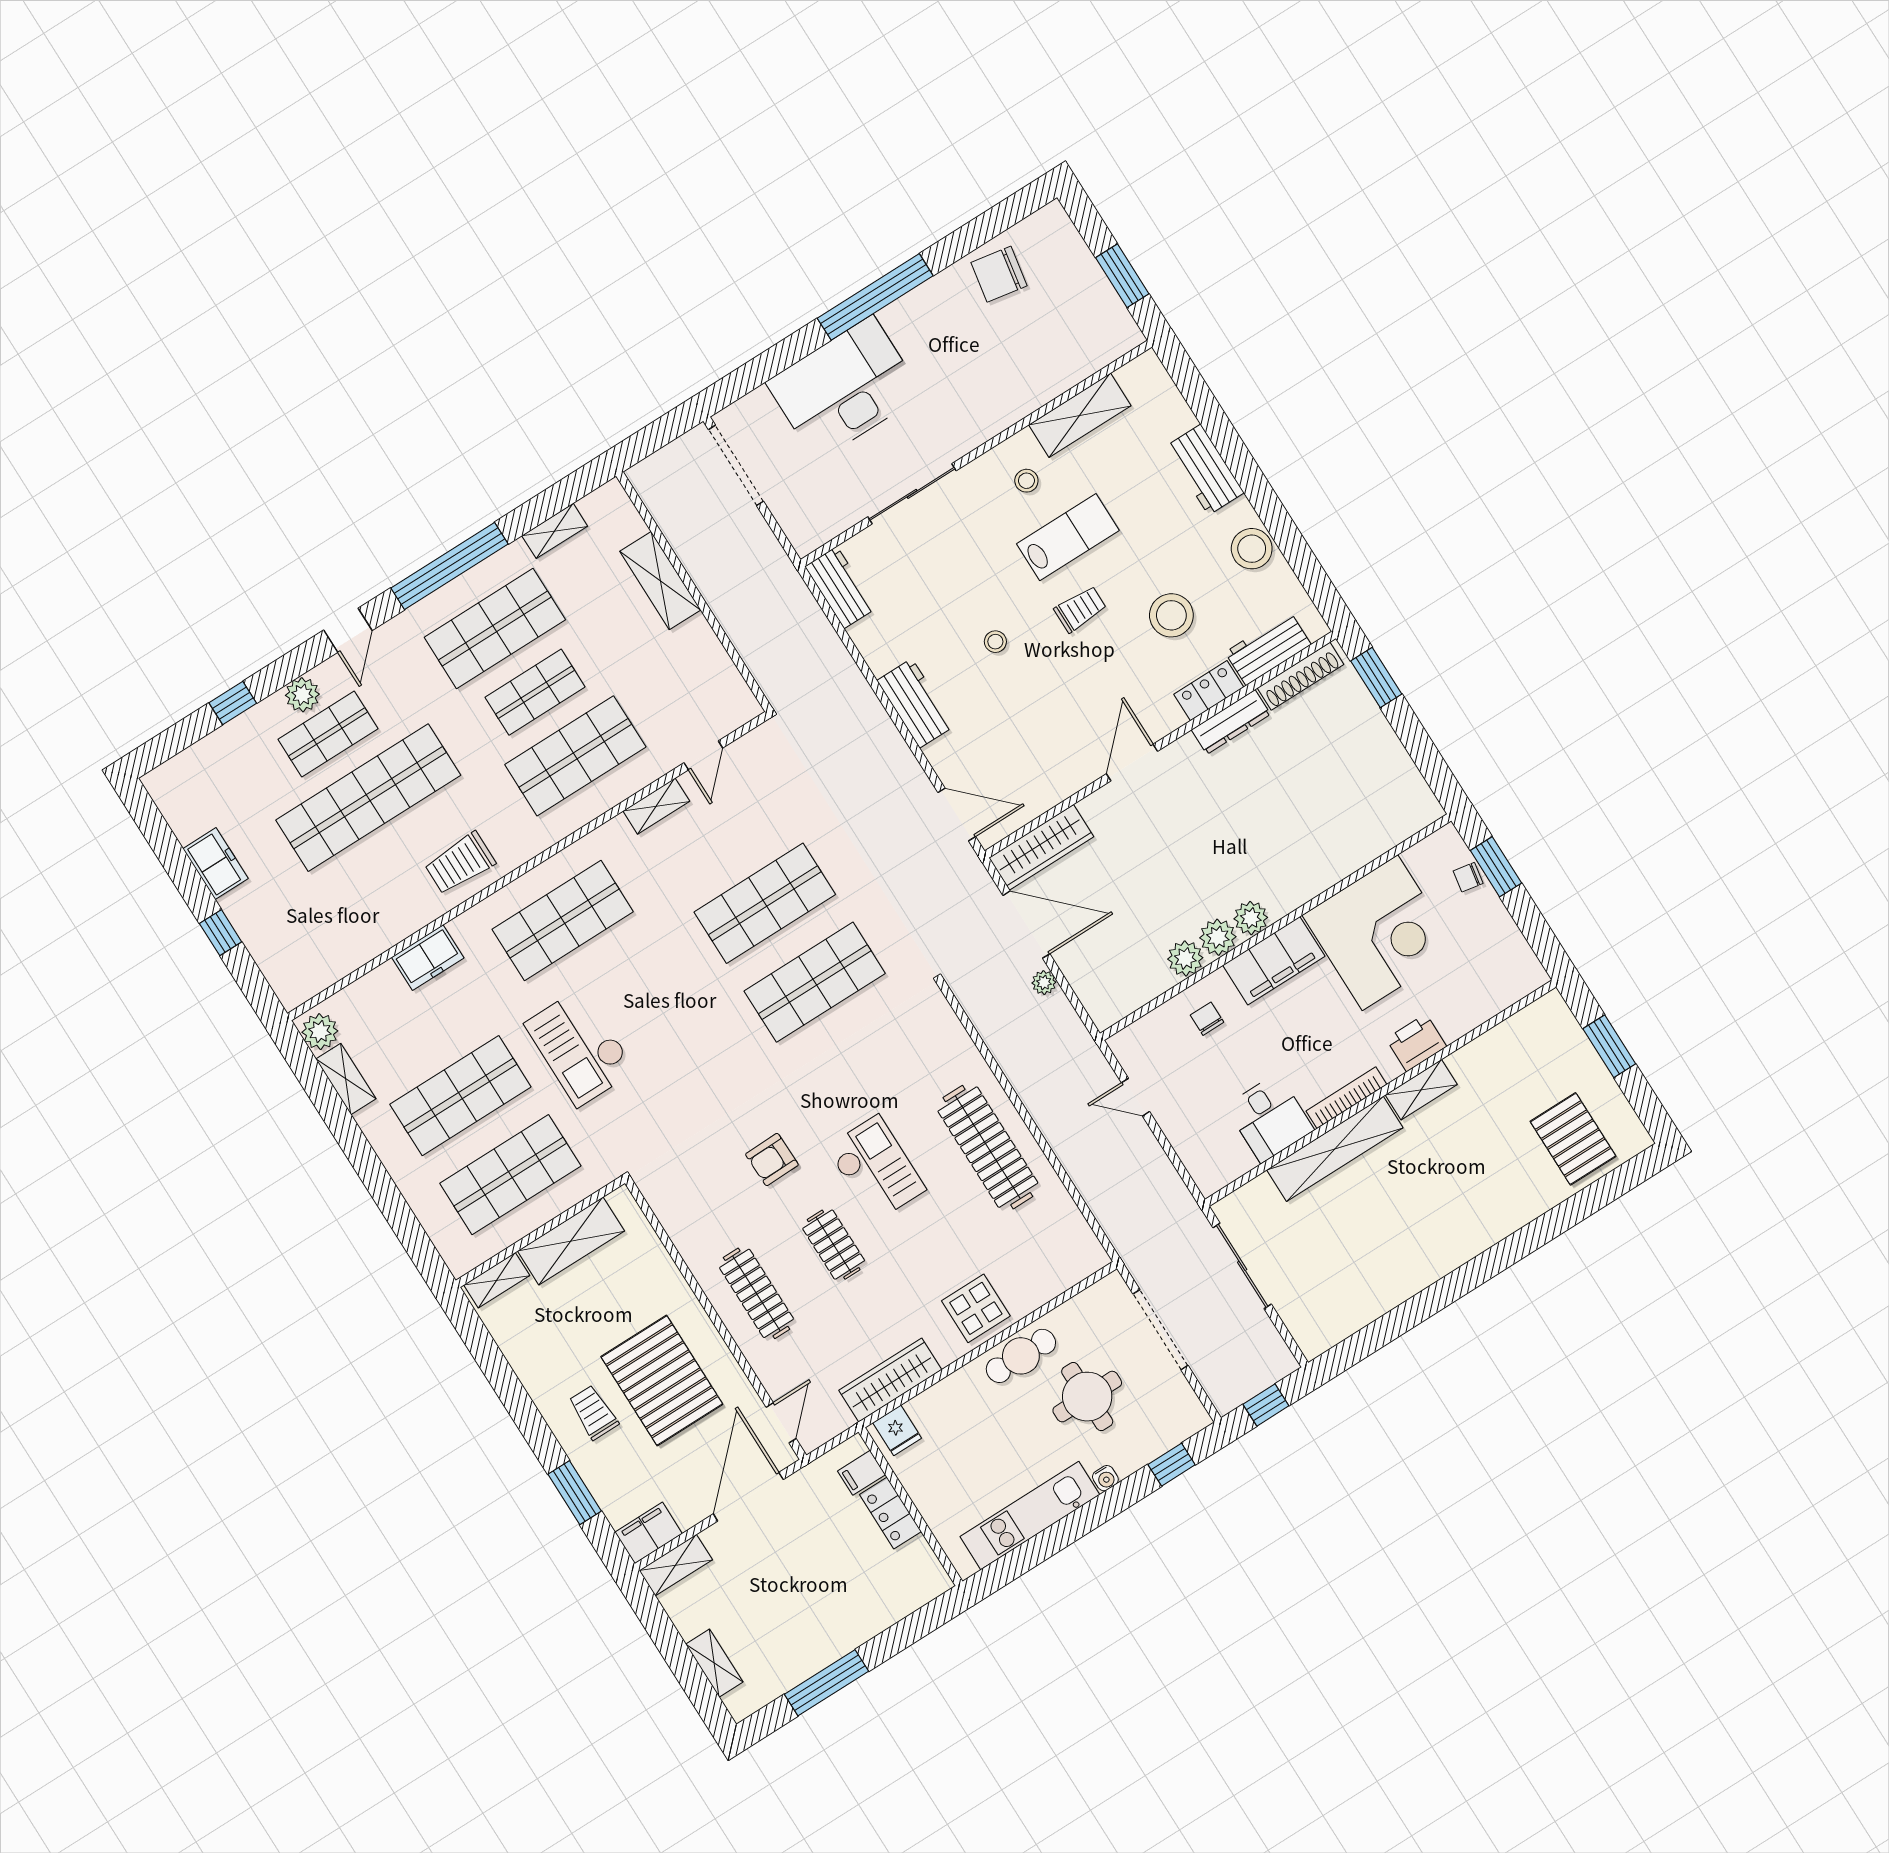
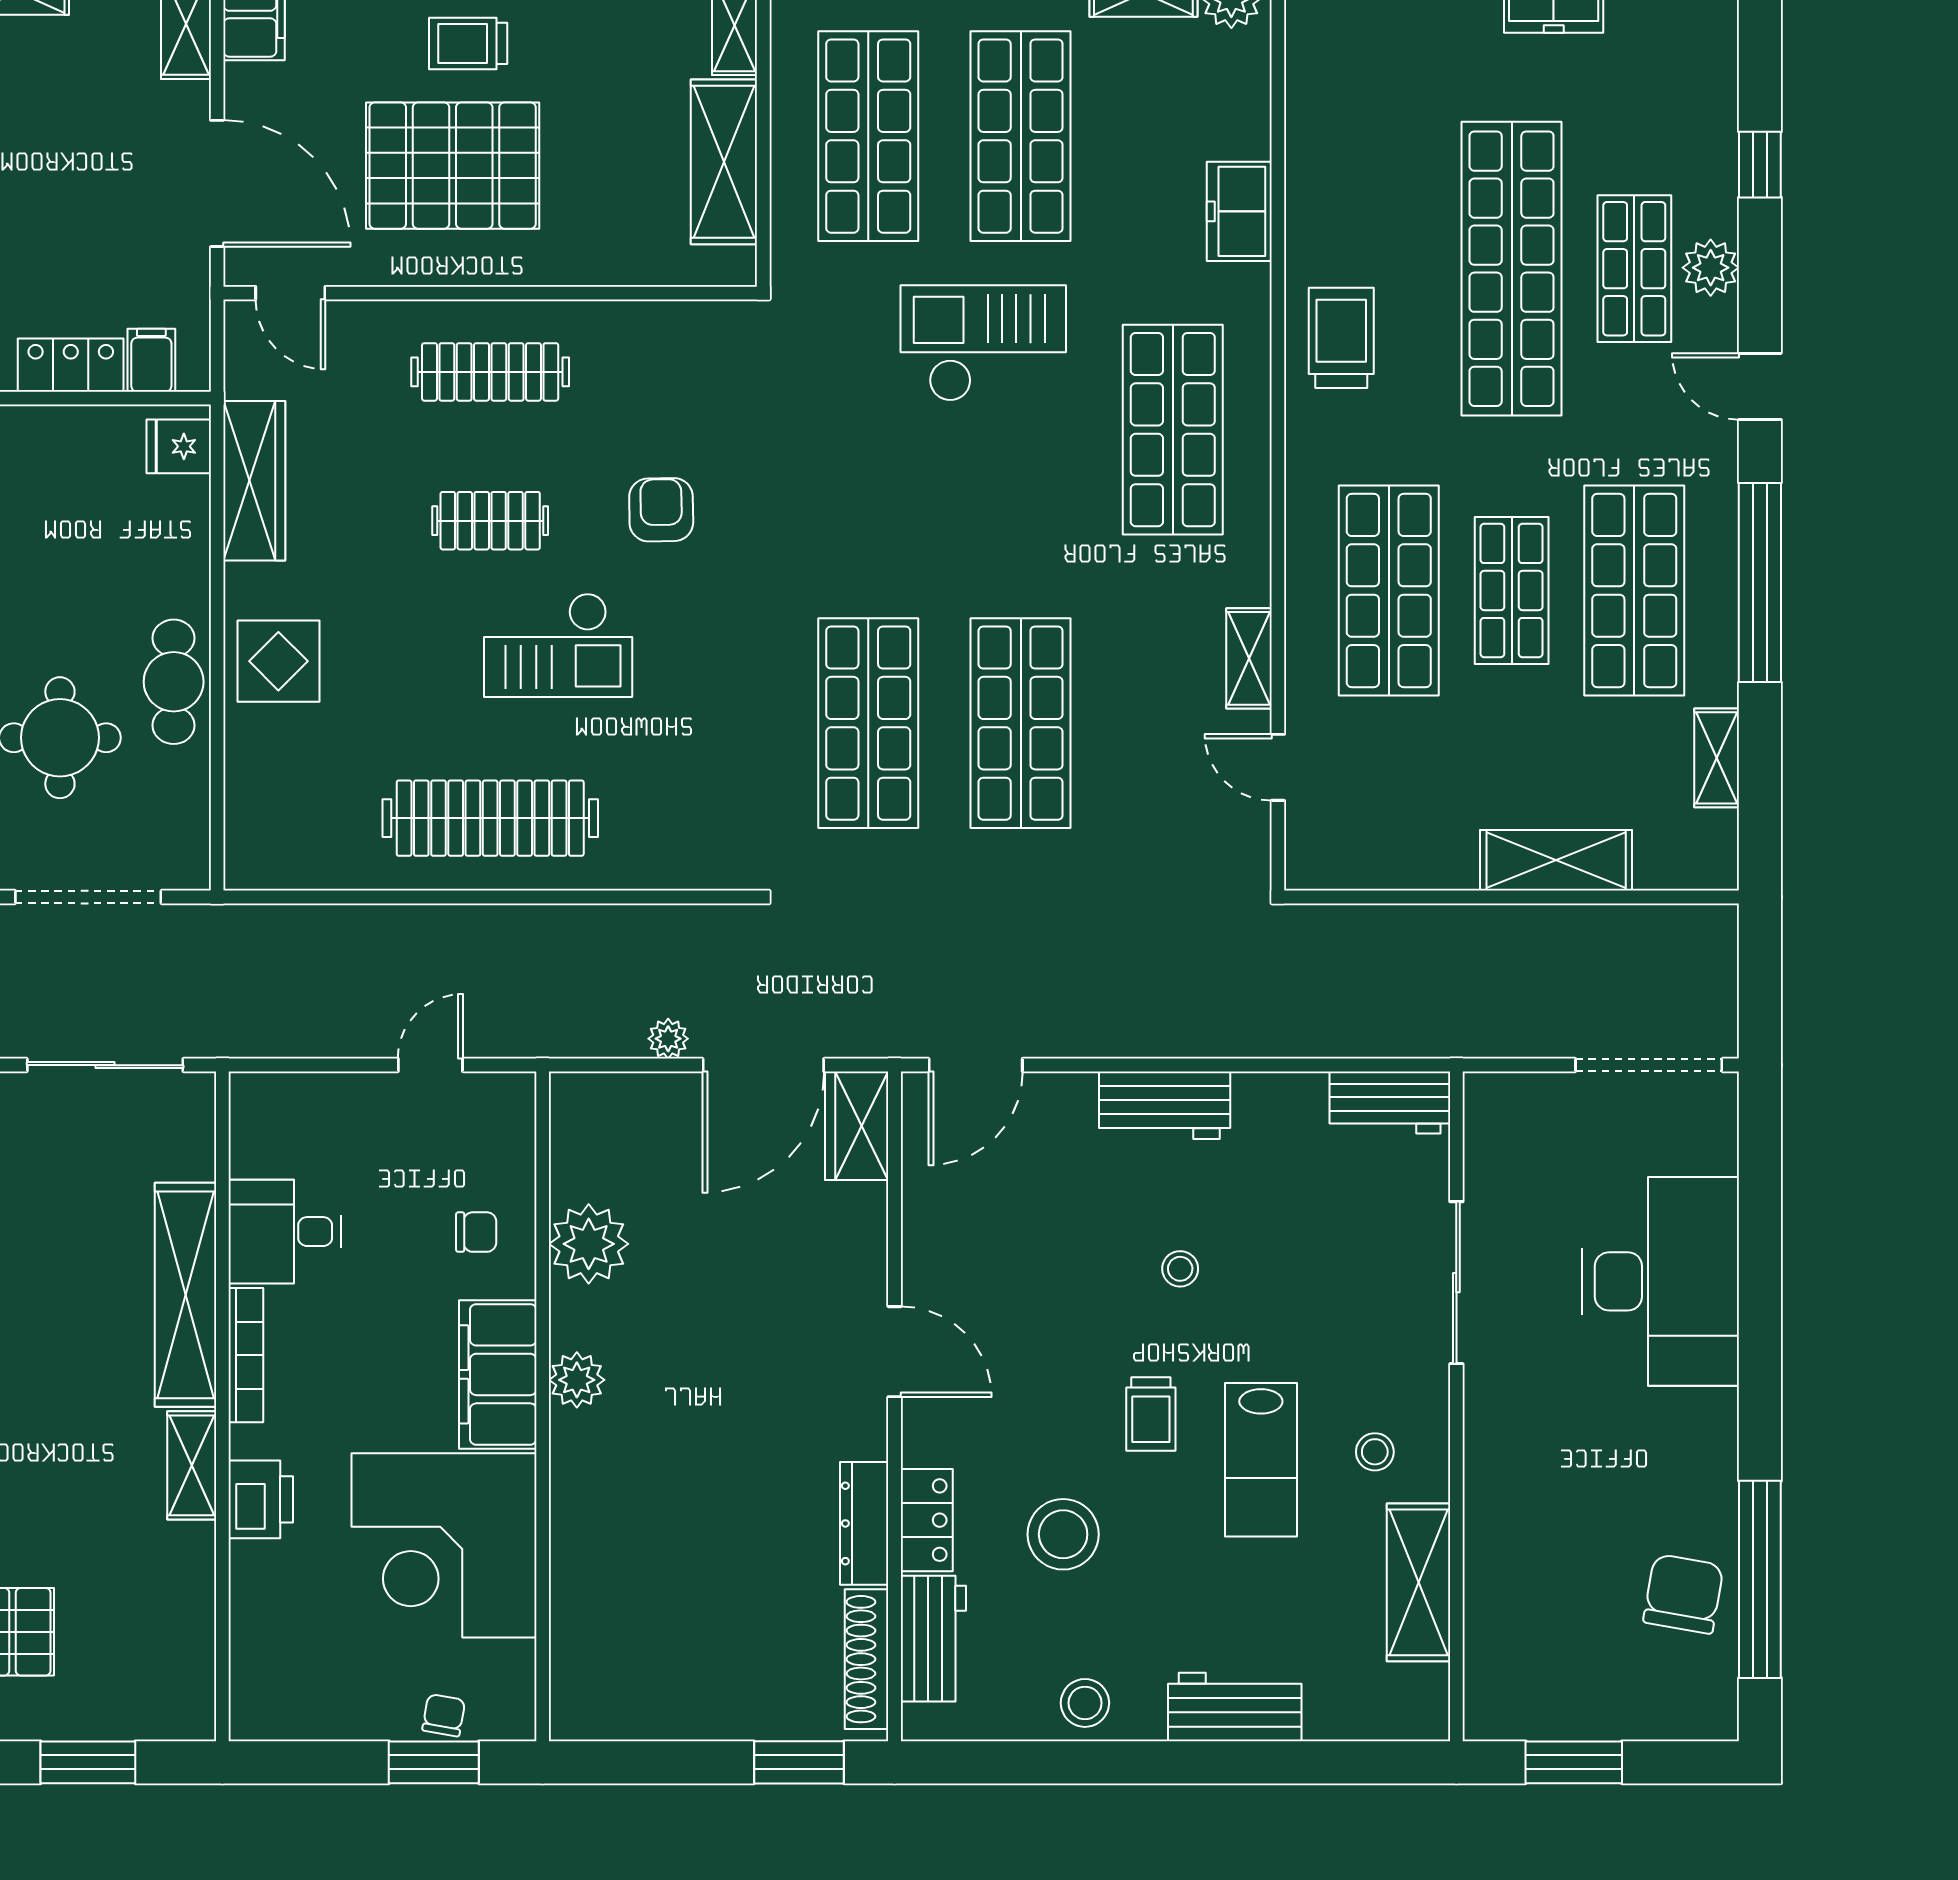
window: (875, 297) -> (1760, 1579), moved
stool: (1252, 549) -> (1085, 1703), width x0.73, depth x0.73
wardrobe: (1041, 847) -> (857, 1126), width x0.67
plant: (1218, 937) -> (579, 1318), removed
plant: (1185, 958) -> (589, 1244), width x1.36, depth x1.36
trolley: (593, 1412) -> (468, 43), turned 180

